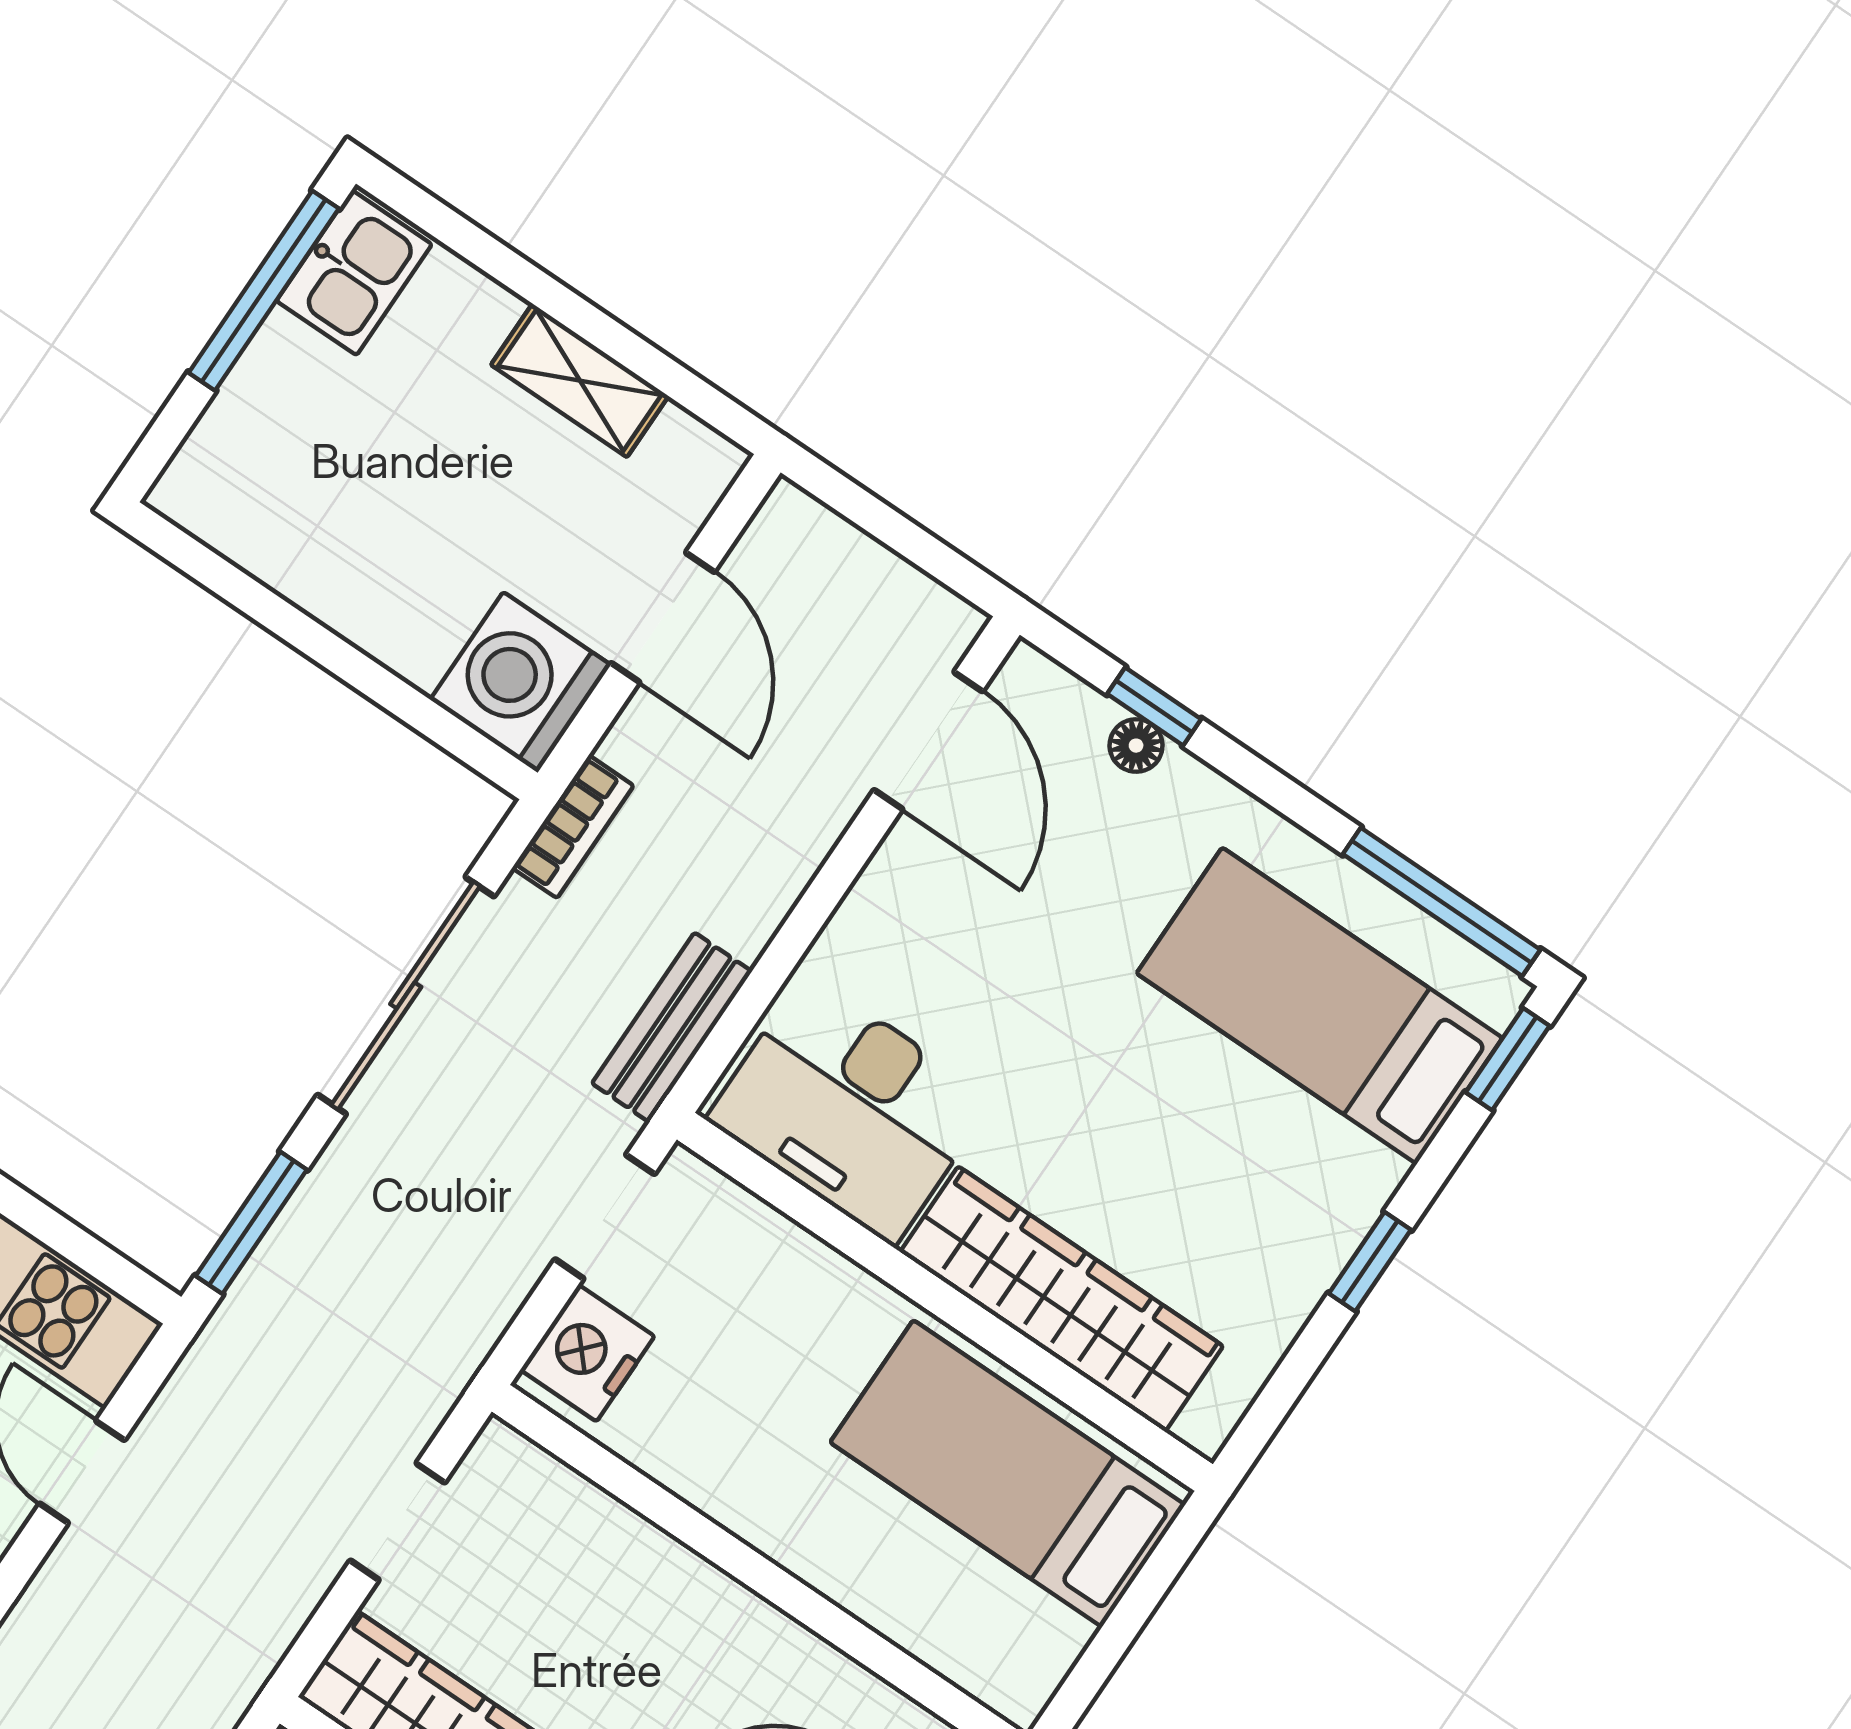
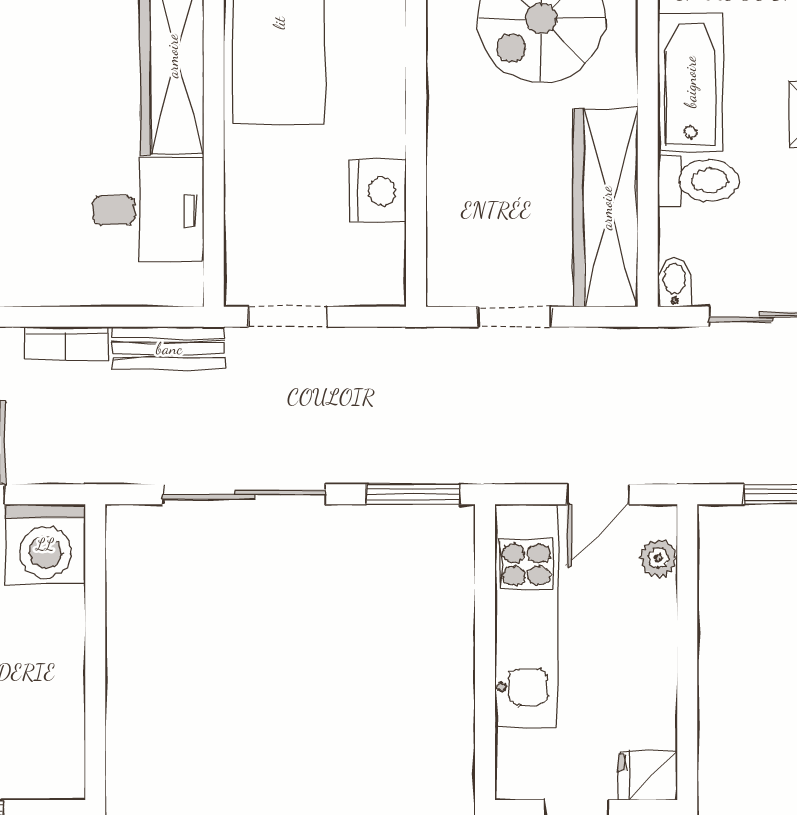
bookcase: (573, 827) -> (66, 343), moved, turned 180
desk: (850, 1109) -> (148, 210), width x0.73
nightstand: (587, 1353) -> (378, 191), moved, turned -90

